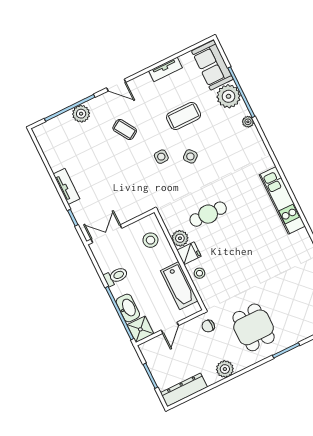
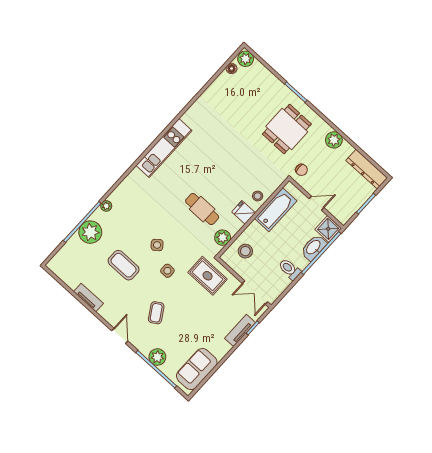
sofa: (212, 65) -> (197, 369), moved, turned 180
tv unit: (66, 186) -> (240, 330), moved
rug: (141, 194) -> (208, 276), added
plant: (180, 238) -> (223, 238), moved

